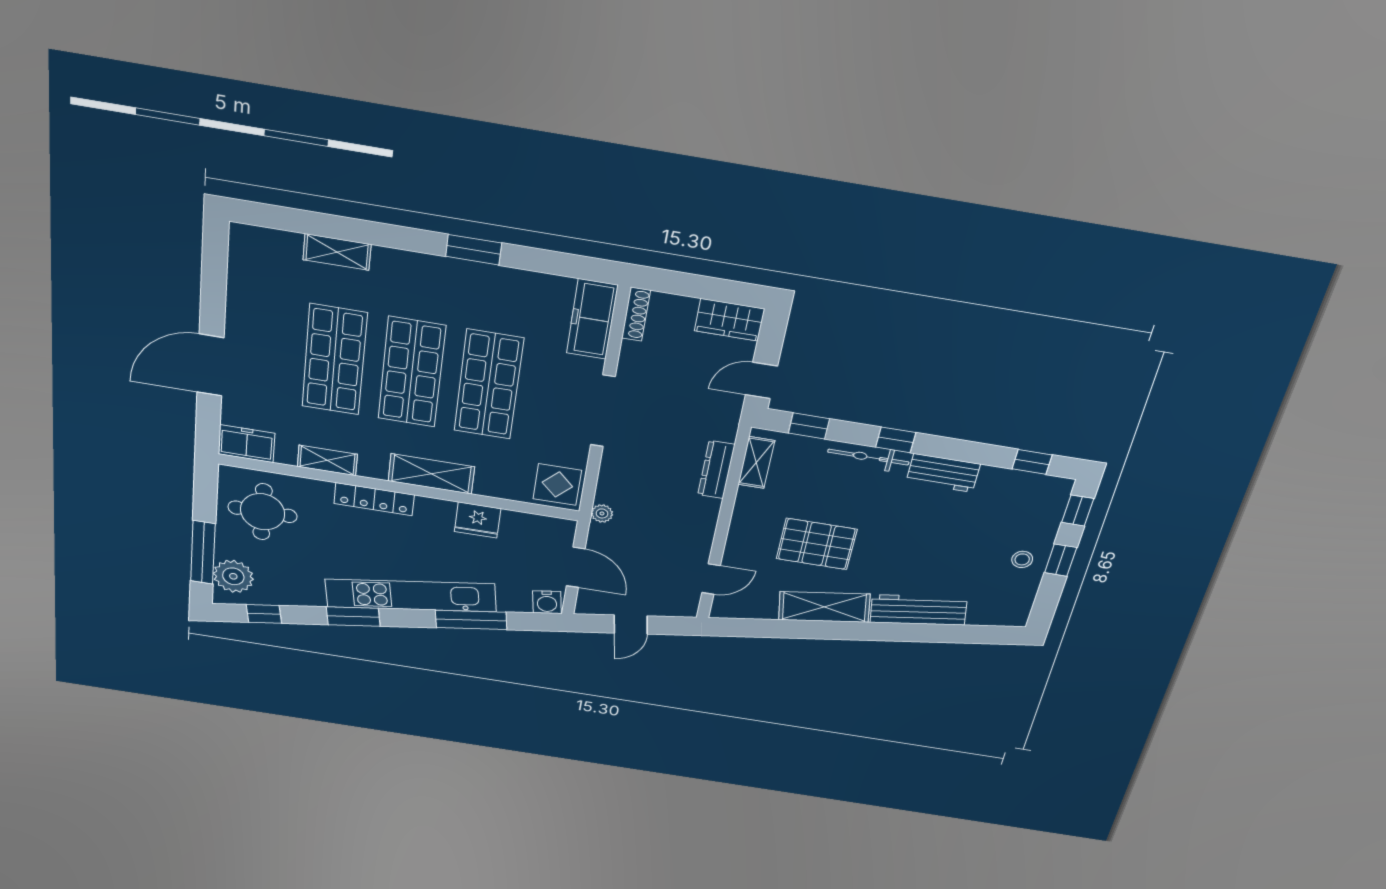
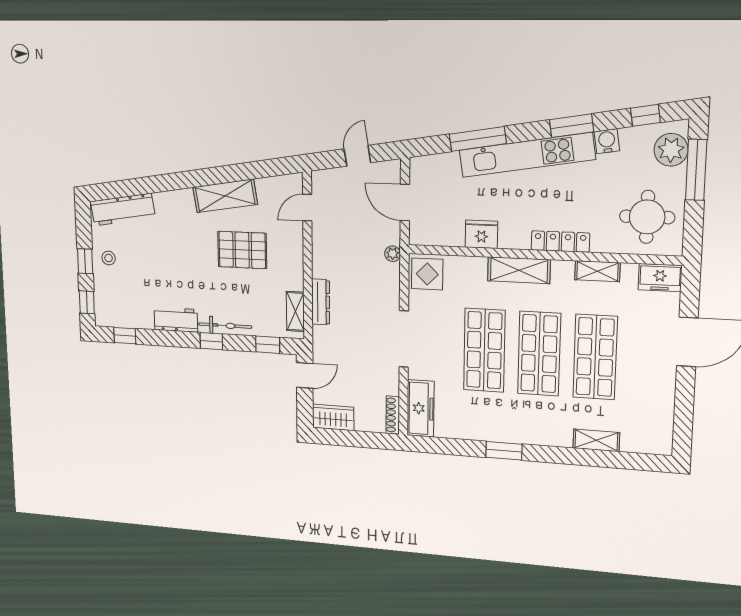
water cooler: (547, 602) -> (607, 141), moved
workbench: (918, 610) -> (123, 210), moved

